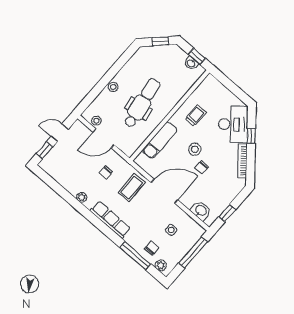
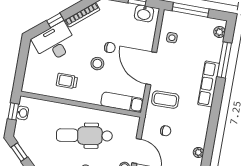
exam couch: (160, 140) -> (122, 102), moved
plant: (82, 197) -> (198, 152), moved
washbasin: (201, 211) -> (144, 13), moved, turned -90
row of seats: (110, 220) -> (209, 84), moved
side table: (171, 230) -> (172, 38), moved
chair: (152, 248) -> (209, 49), removed

